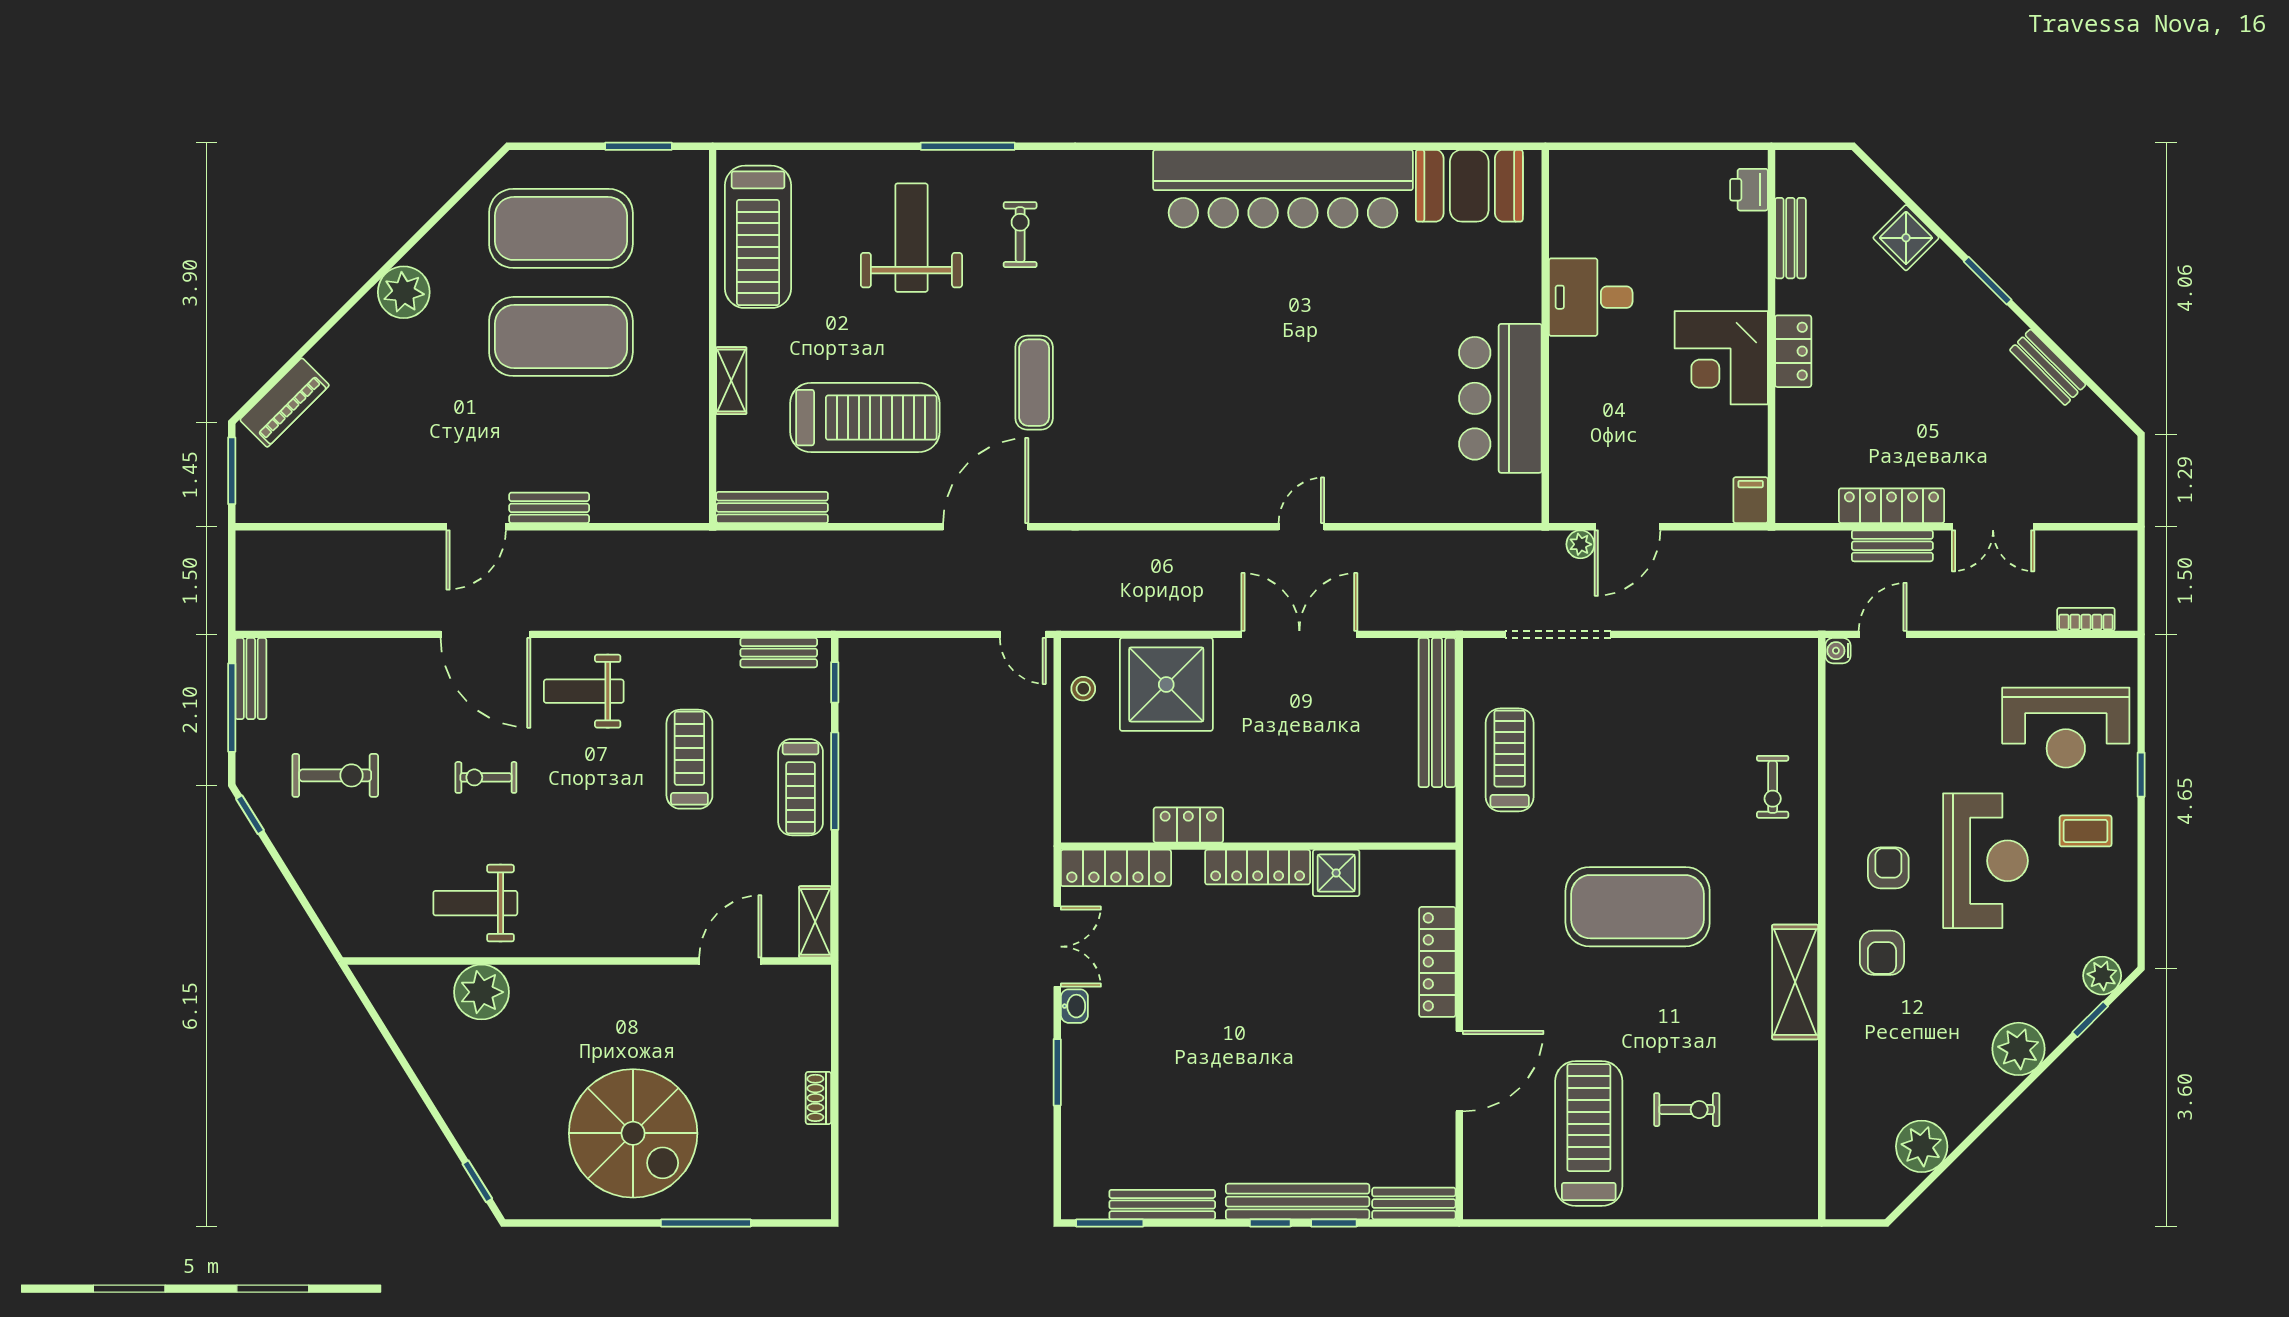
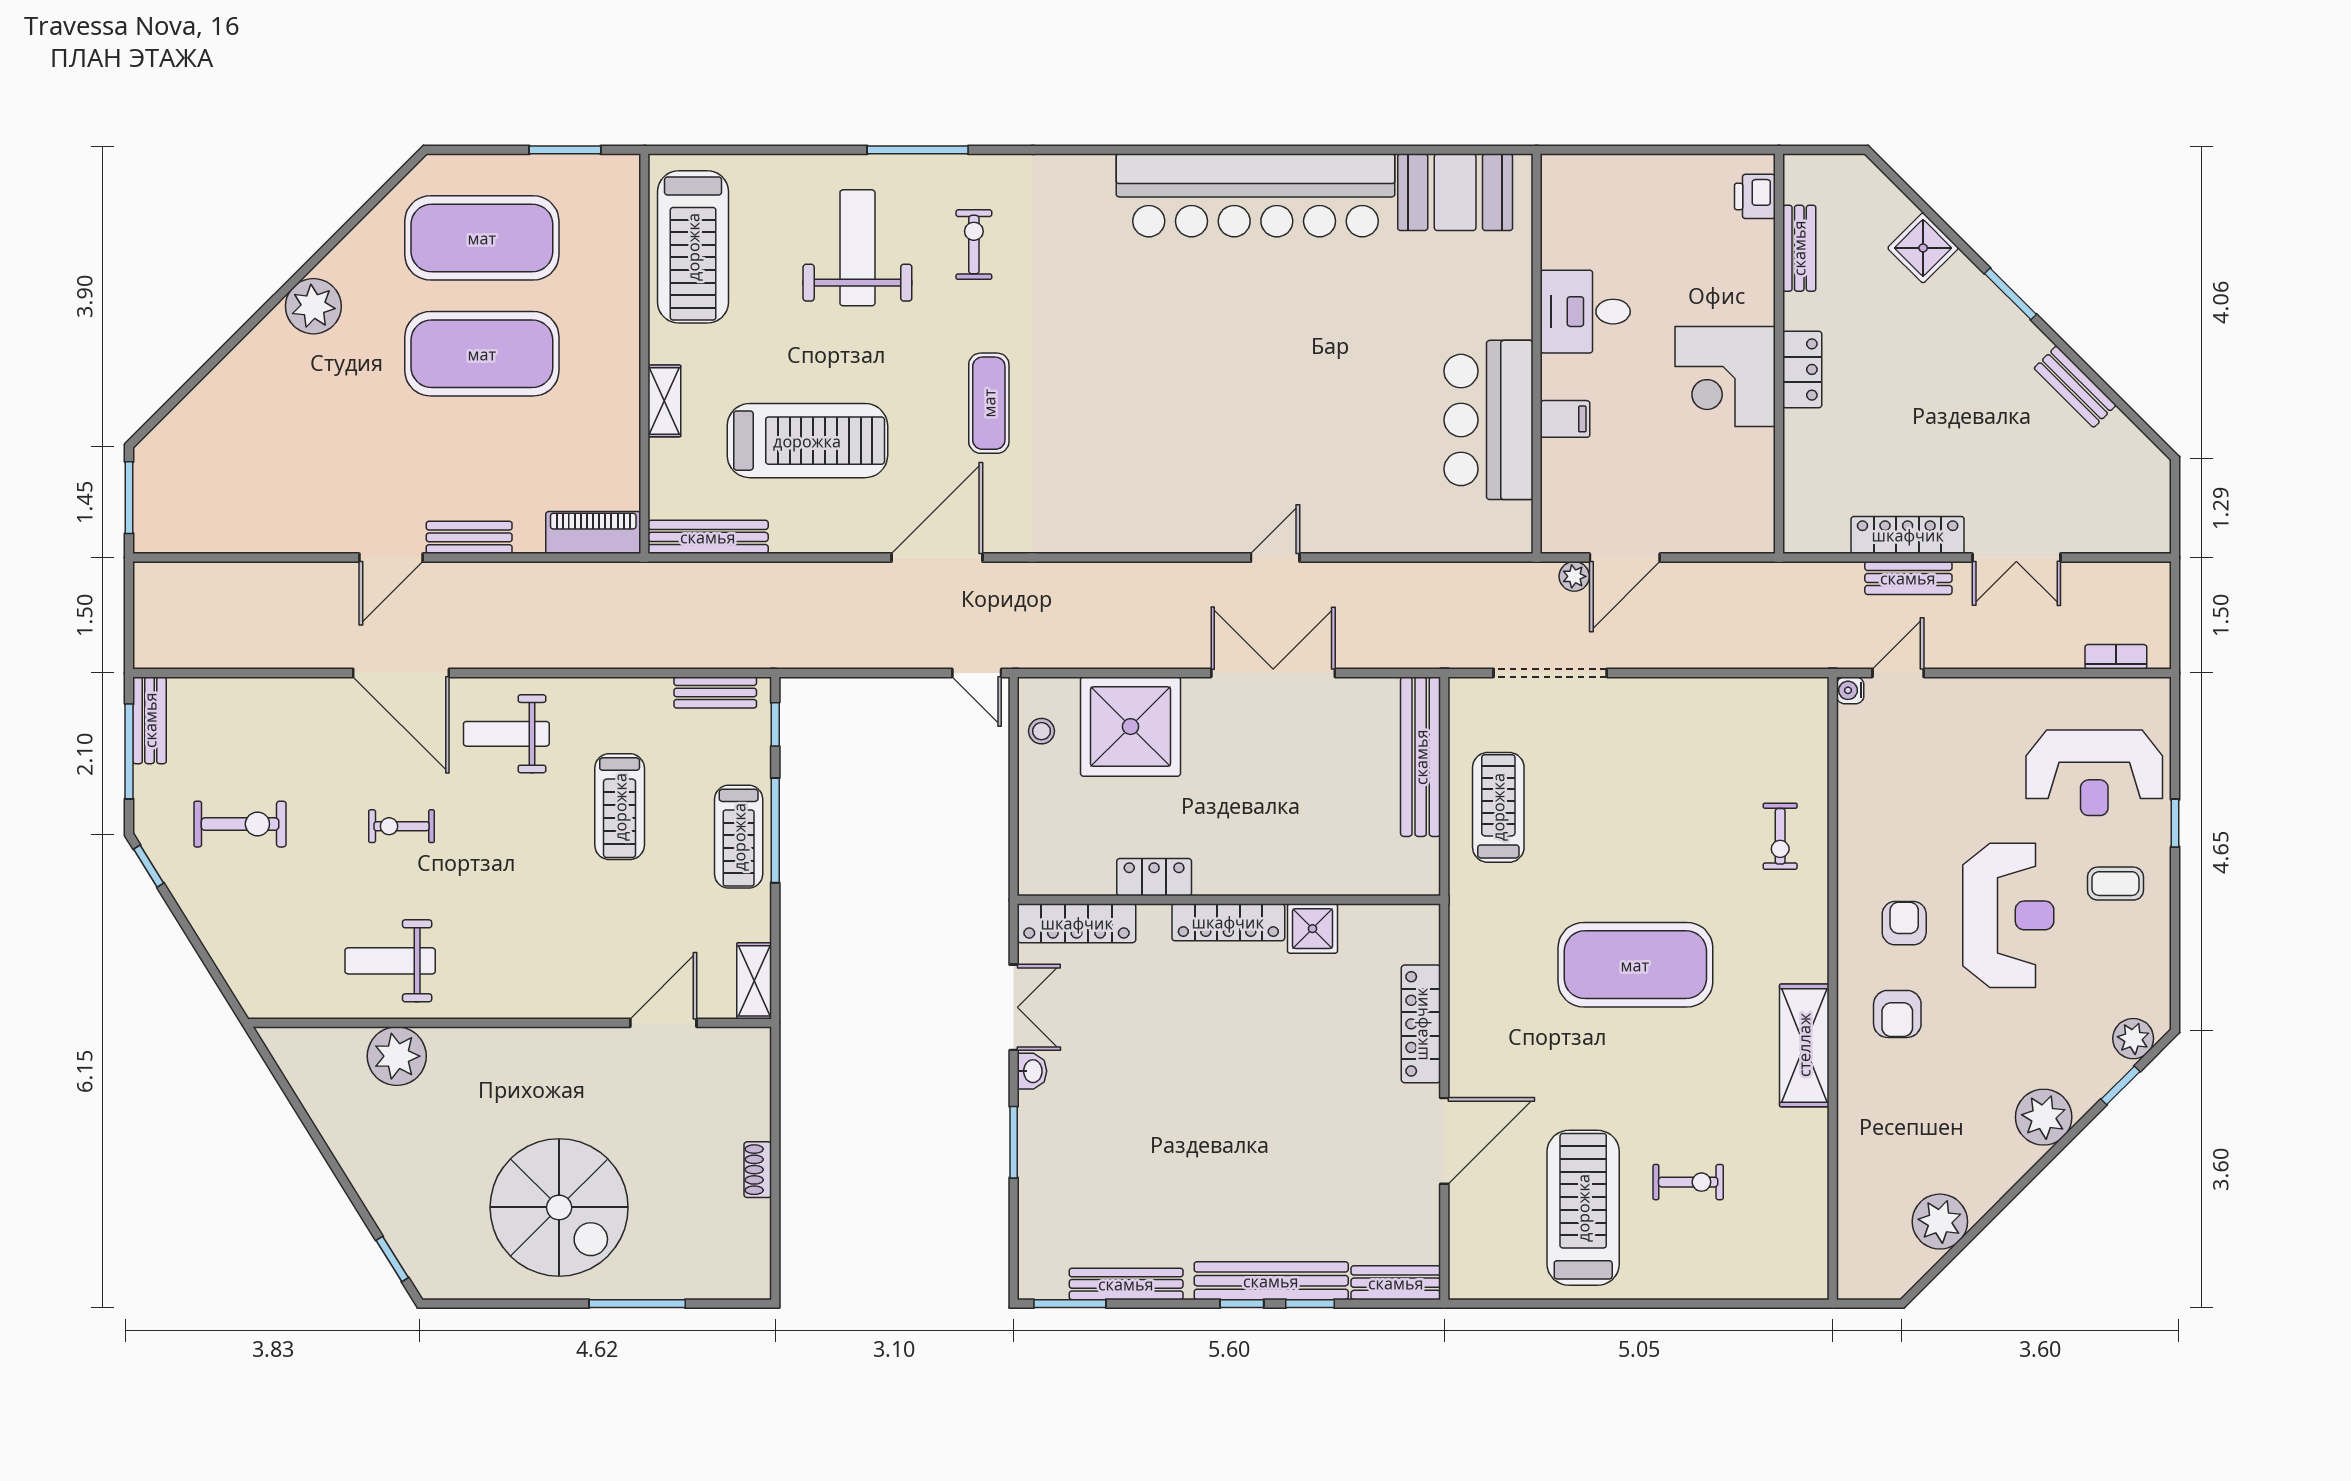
piano: (285, 403) -> (593, 533), moved, turned -135
filing cabinet: (1751, 500) -> (1565, 419), moved, turned 90
treadmill: (689, 759) -> (620, 807), turned 180

